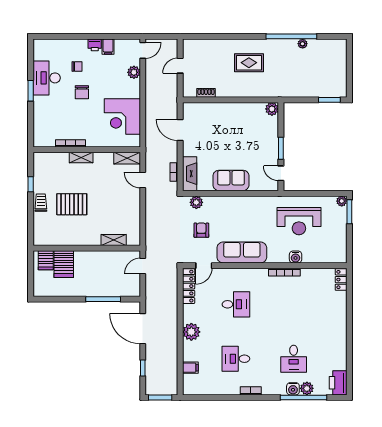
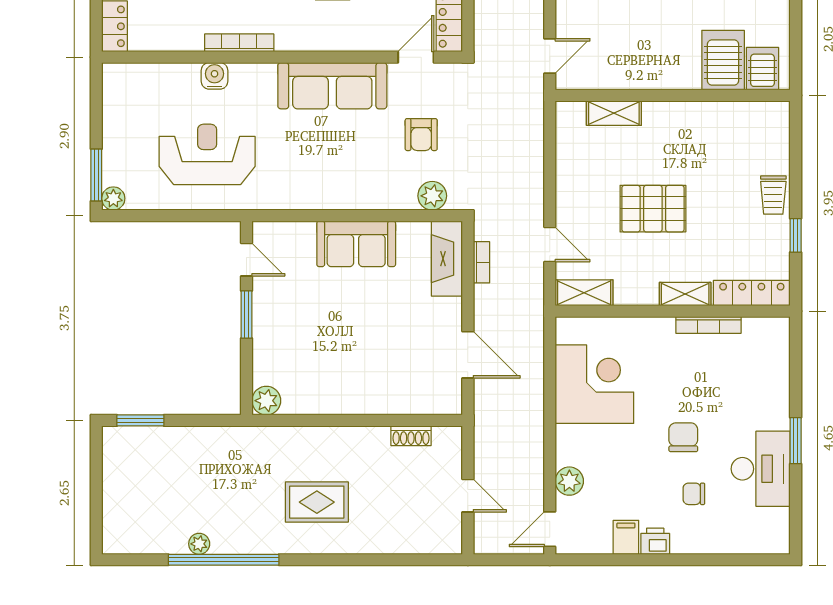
door: (180, 66) -> (468, 496), hinge flipped
locker: (51, 158) -> (752, 293), added
pallet: (72, 204) -> (653, 209), moved

